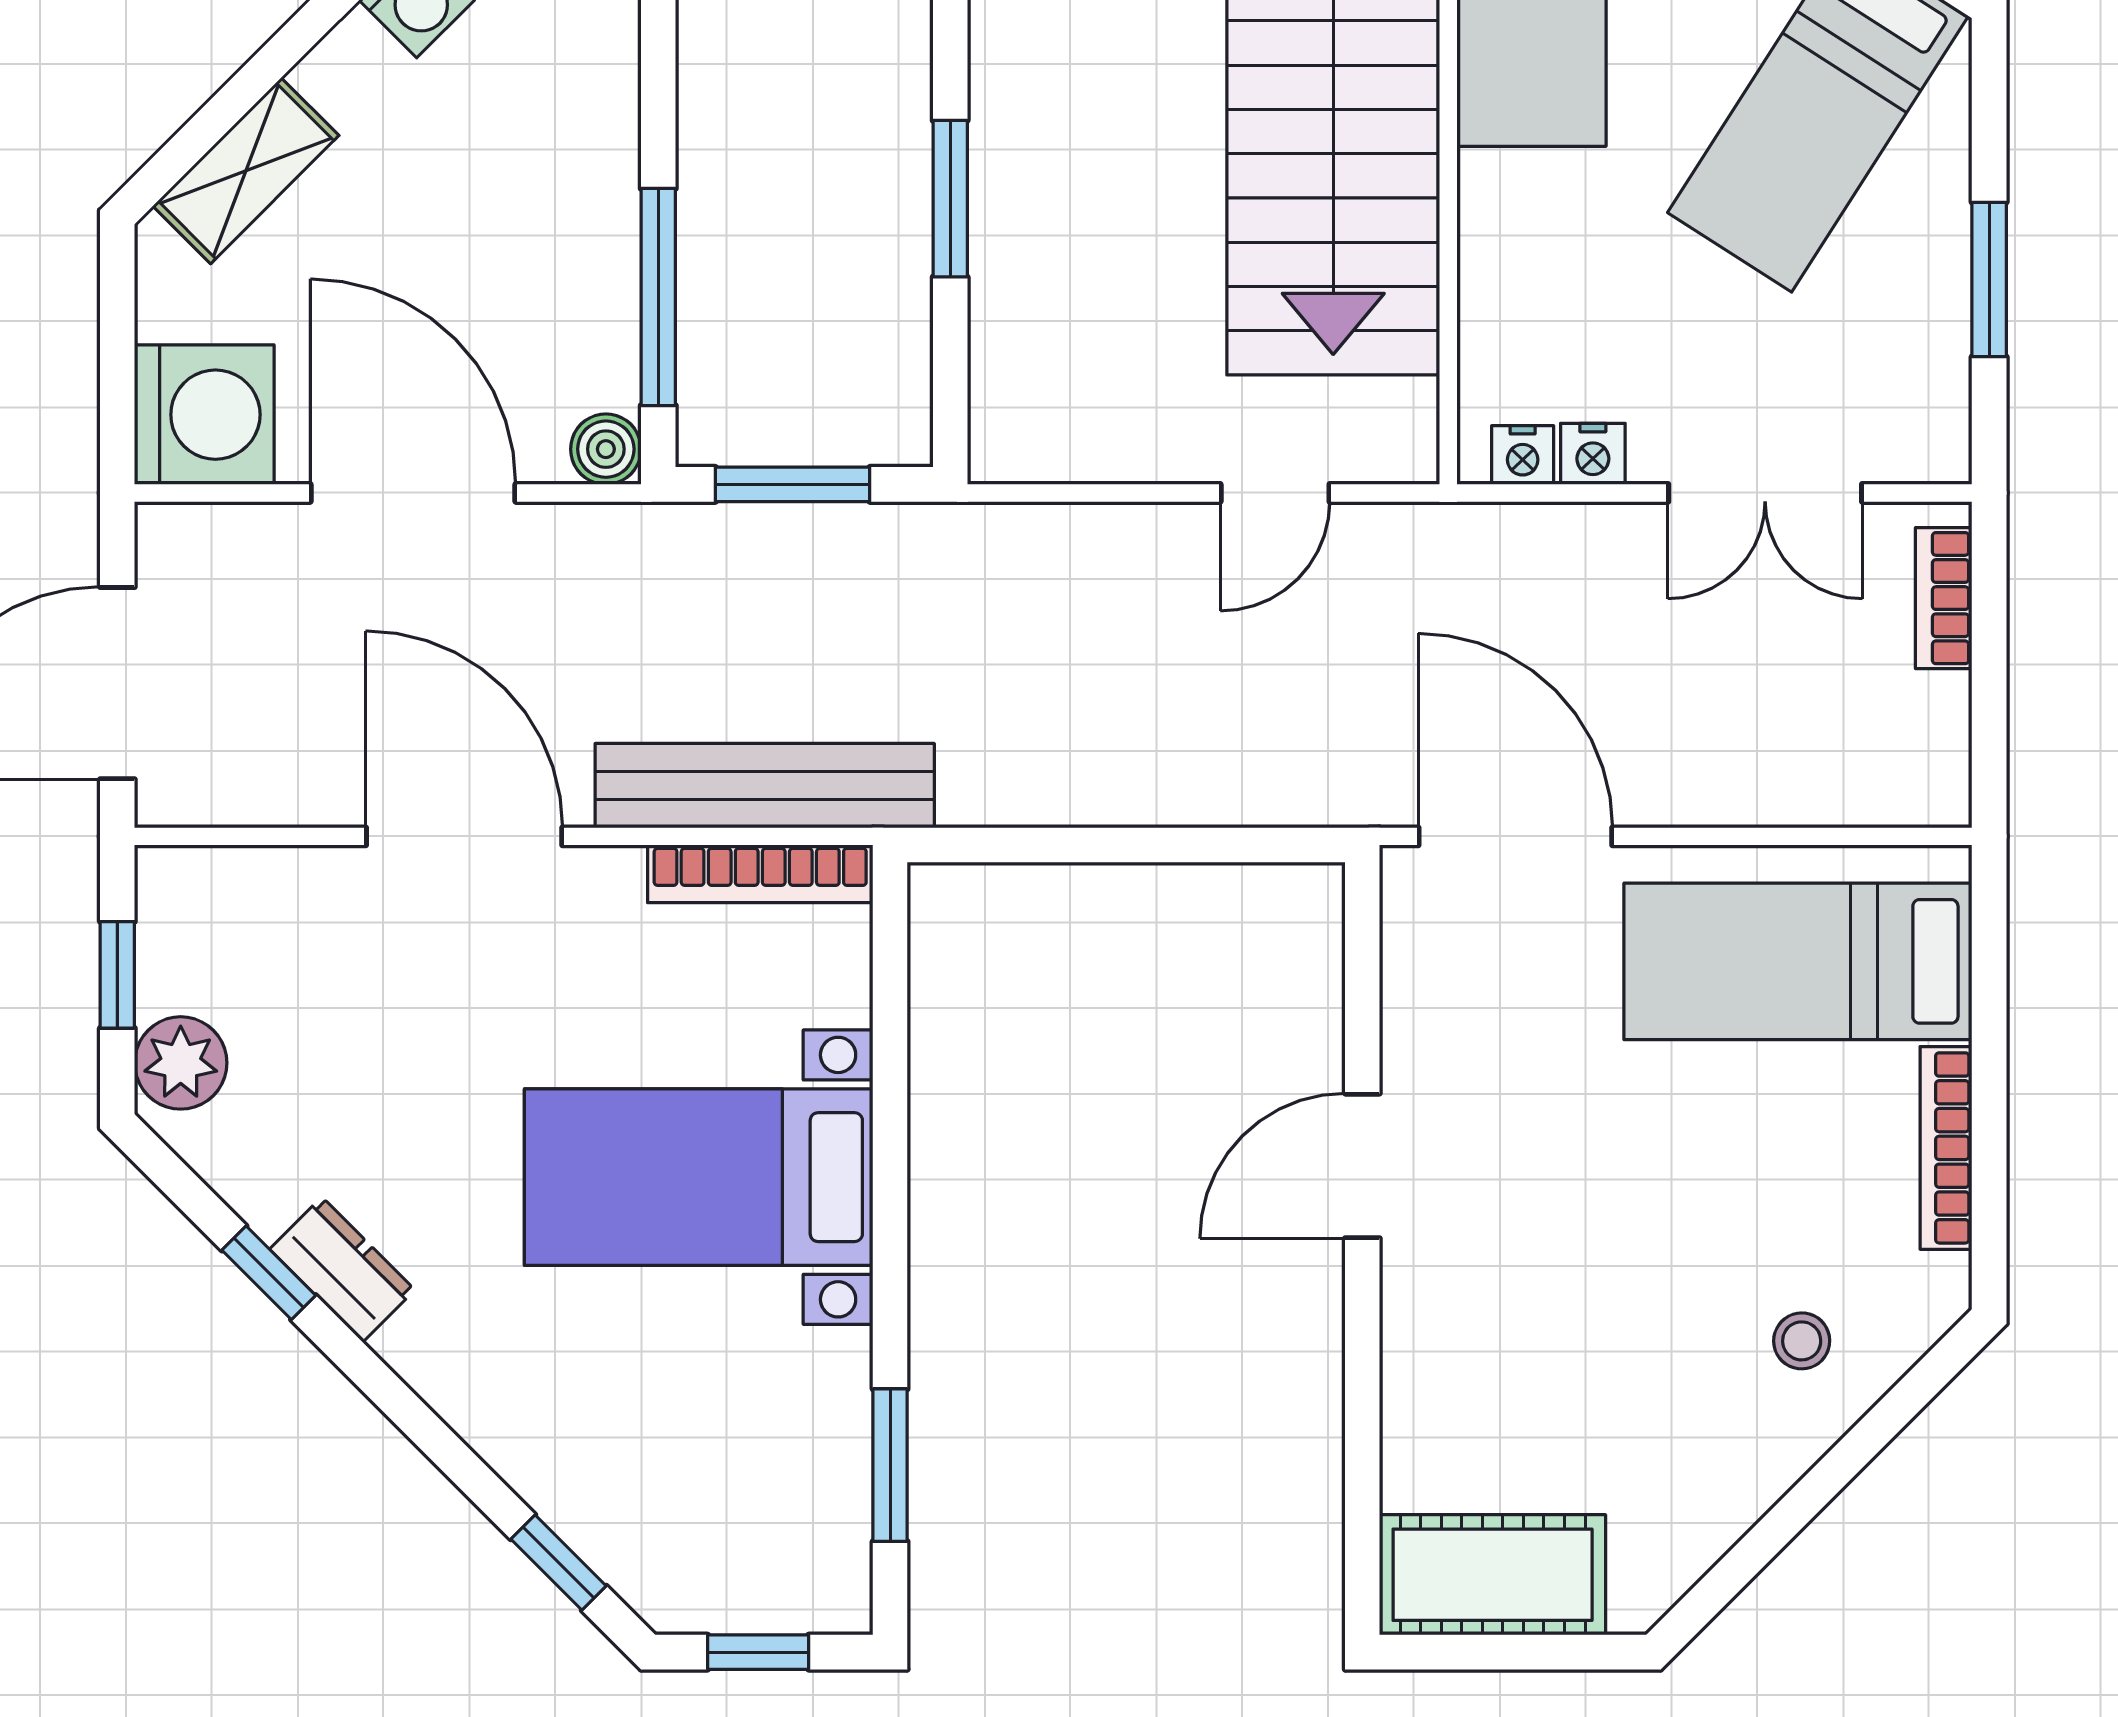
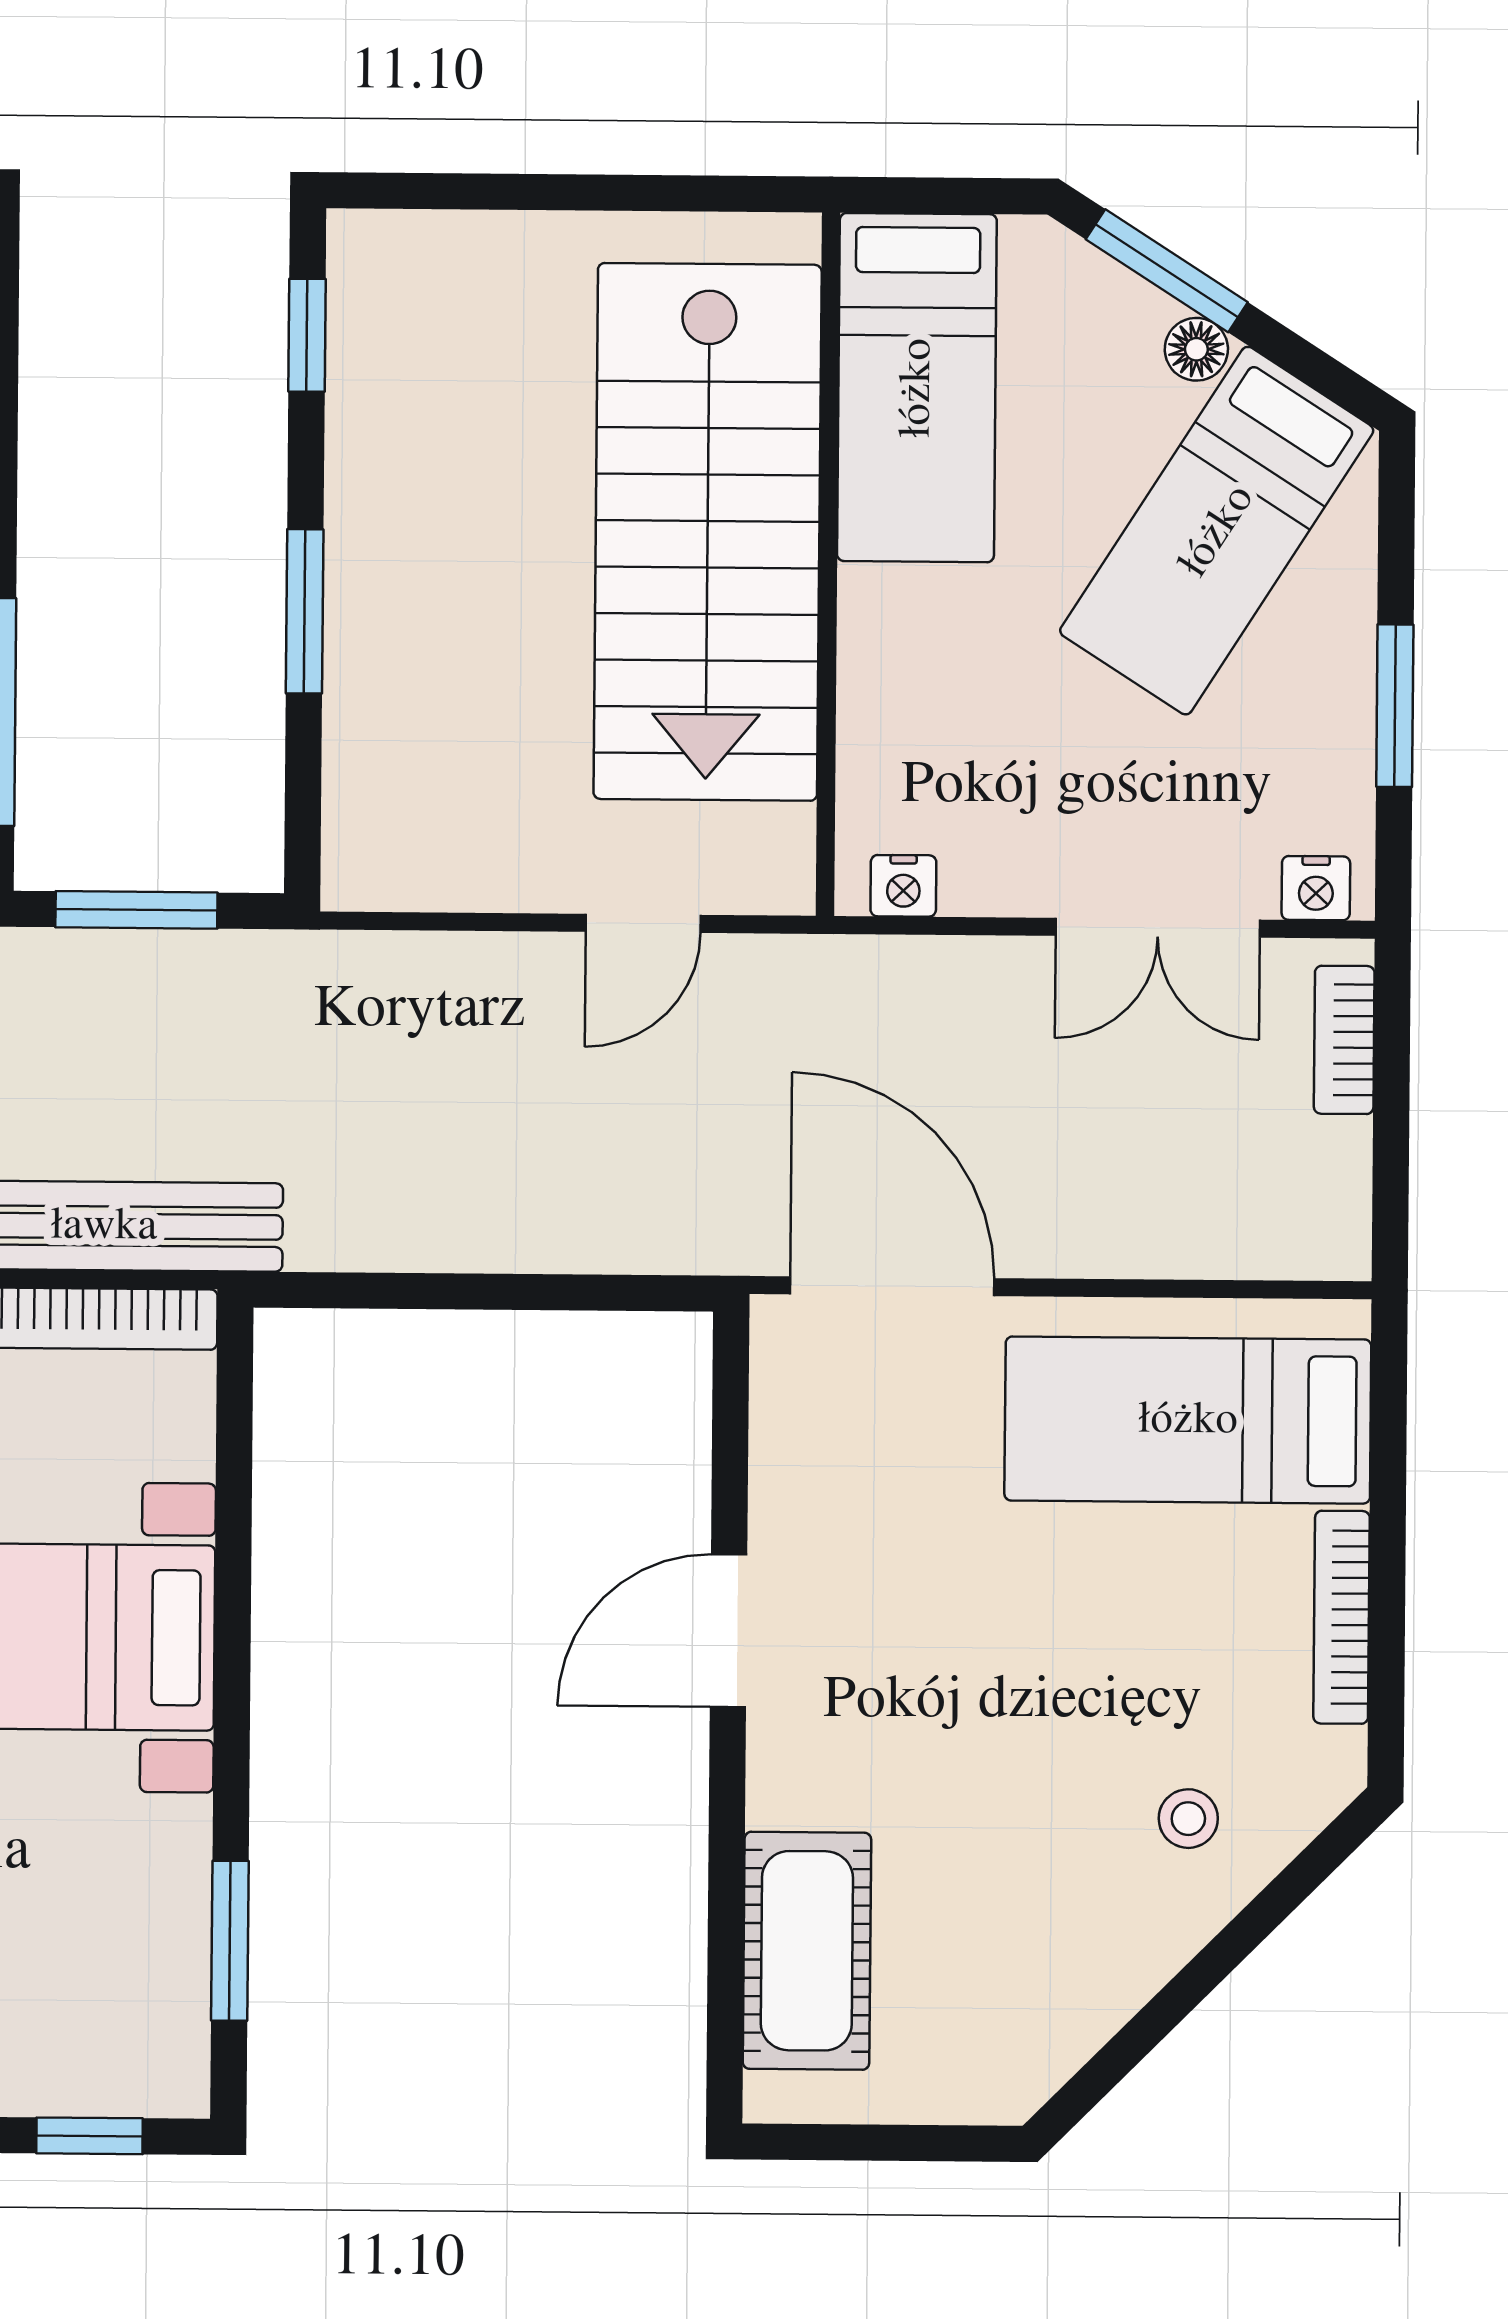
nightstand: (1593, 454) -> (1316, 888), moved
cot: (1493, 1575) -> (807, 1951), moved, turned 90

